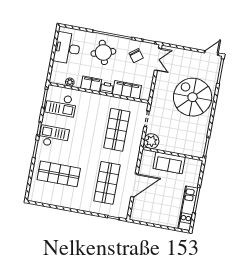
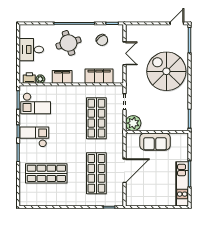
desk: (67, 48) -> (31, 50), width x0.73
double door: (158, 59) -> (124, 53), moved
printer: (107, 88) -> (29, 78), moved

